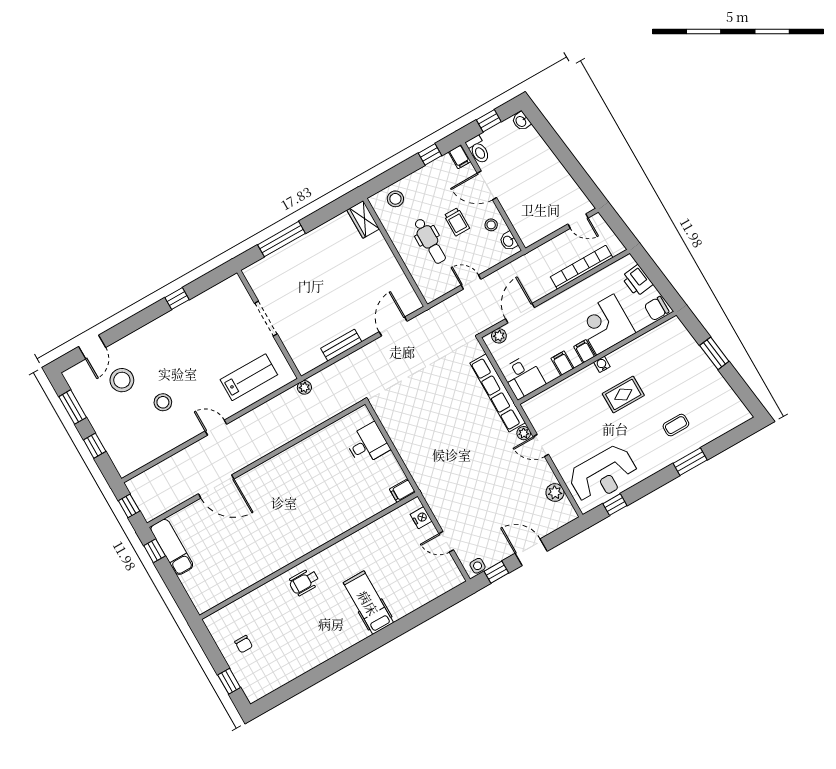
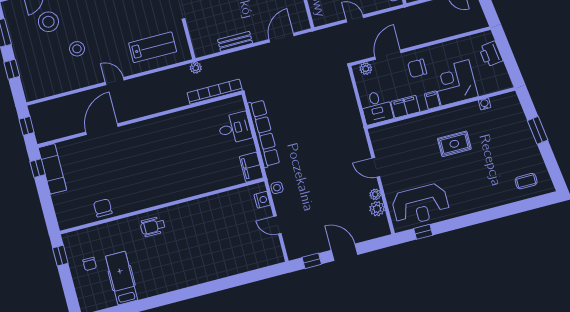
bookcase: (582, 267) -> (215, 92), moved
chair: (657, 309) -> (417, 68), moved
filing cabinet: (563, 363) -> (405, 107), width x2.00
water cooler: (602, 364) -> (485, 104), moved
row of seats: (498, 393) -> (264, 133), moved, turned 180
coffee table: (676, 425) -> (526, 181), moved
plant: (524, 433) -> (375, 194), moved
window: (690, 462) -> (494, 213), removed
door: (216, 486) -> (102, 129), swing flipped
filing cabinet: (402, 491) -> (251, 167), width x2.00
side table: (478, 566) -> (277, 188), moved
chair: (241, 576) -> (103, 208), added
hospital bed: (368, 603) -> (122, 278), moved
window: (229, 681) -> (60, 256), moved

